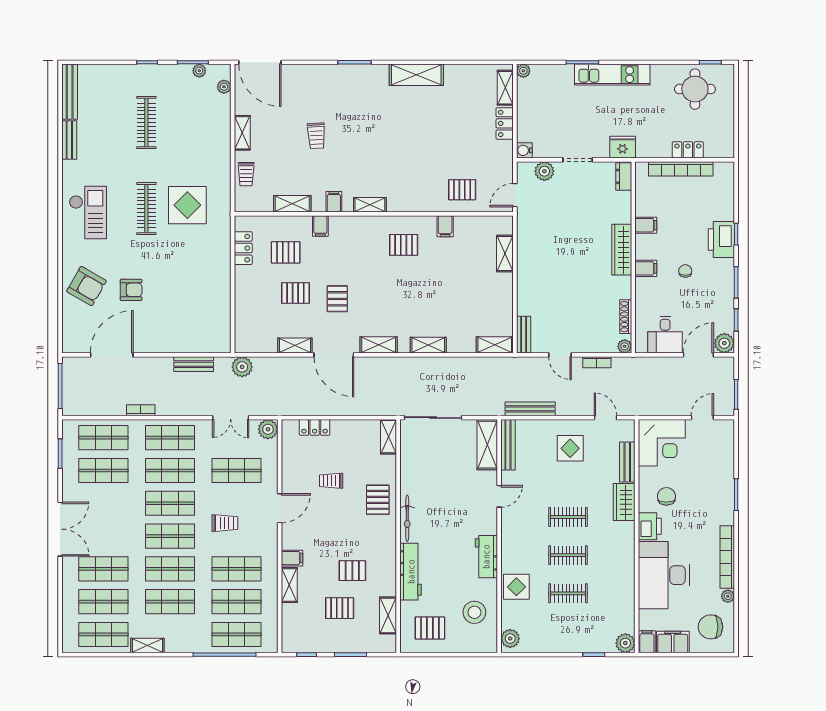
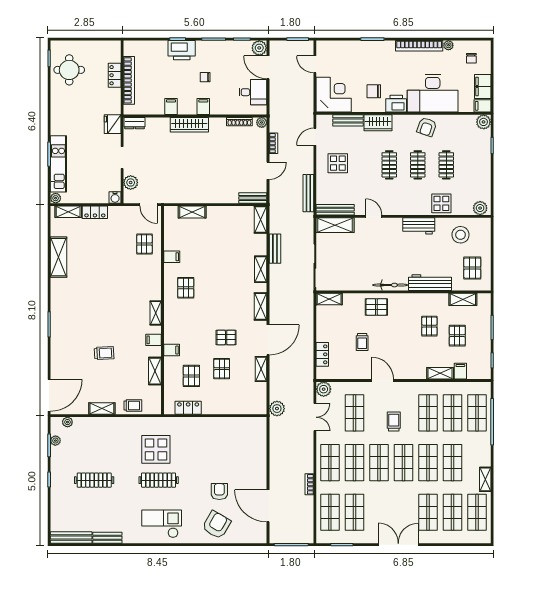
shelving: (416, 75) -> (59, 257), moved
kitchen unit: (612, 75) -> (58, 164), moved
bench: (194, 364) -> (275, 249), moved
filing cabinet: (292, 558) -> (460, 371), moved
armchair: (619, 567) -> (427, 127), added
chair: (710, 627) -> (471, 58), width x0.54, depth x0.54

